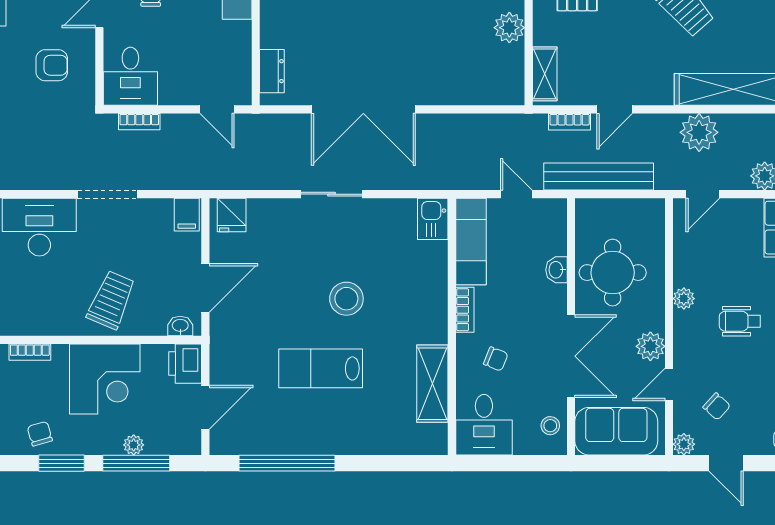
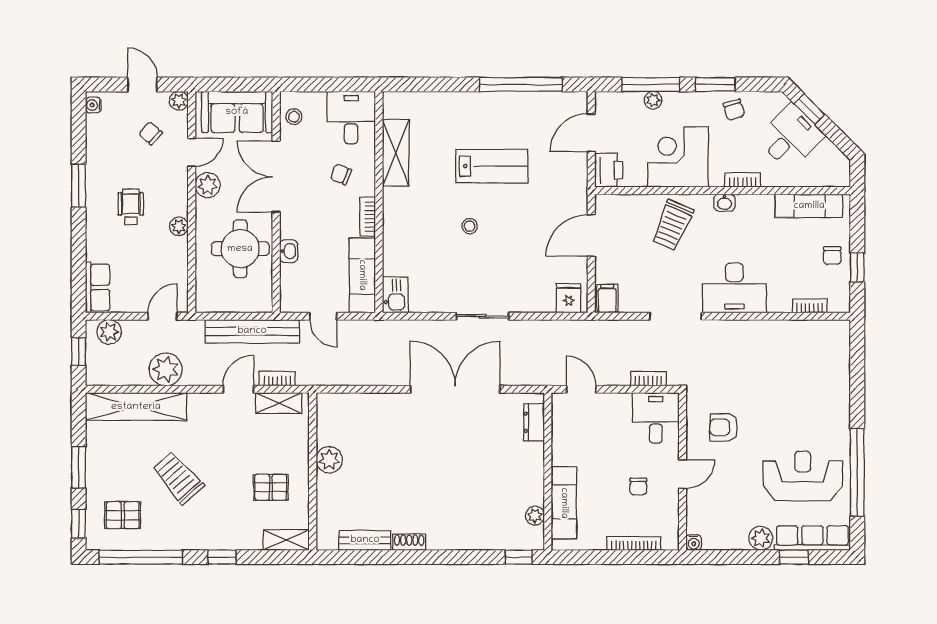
shelving: (545, 74) -> (279, 403), moved, turned 90
stool: (346, 299) -> (470, 226), width x0.53, depth x0.53
wheelchair: (740, 321) -> (131, 207), turned -90
washbasin: (180, 326) -> (724, 203), moved

